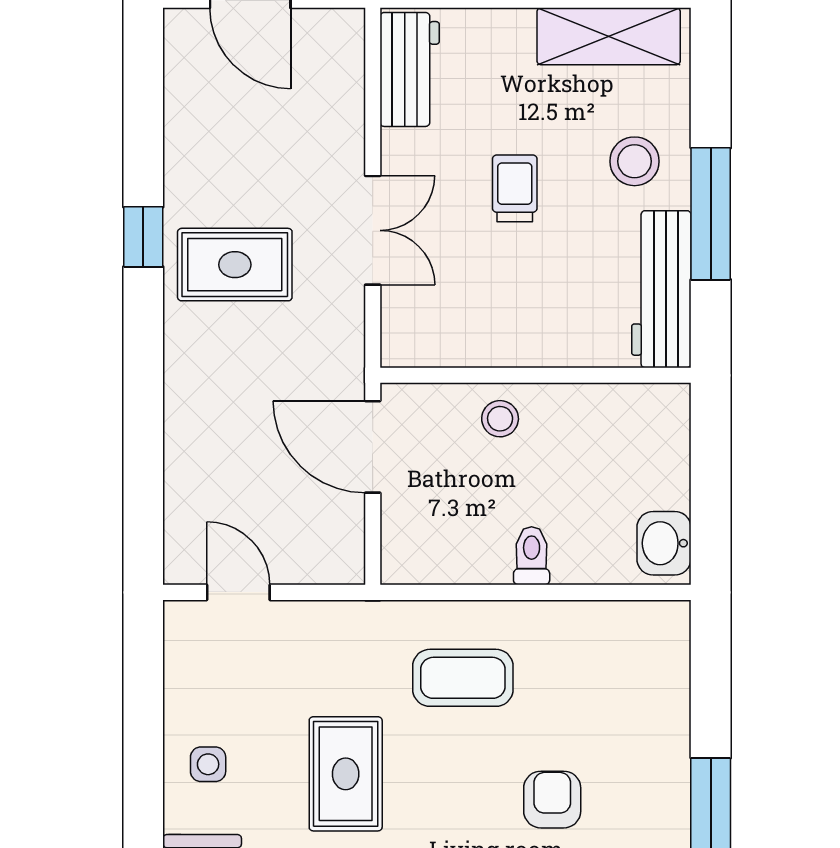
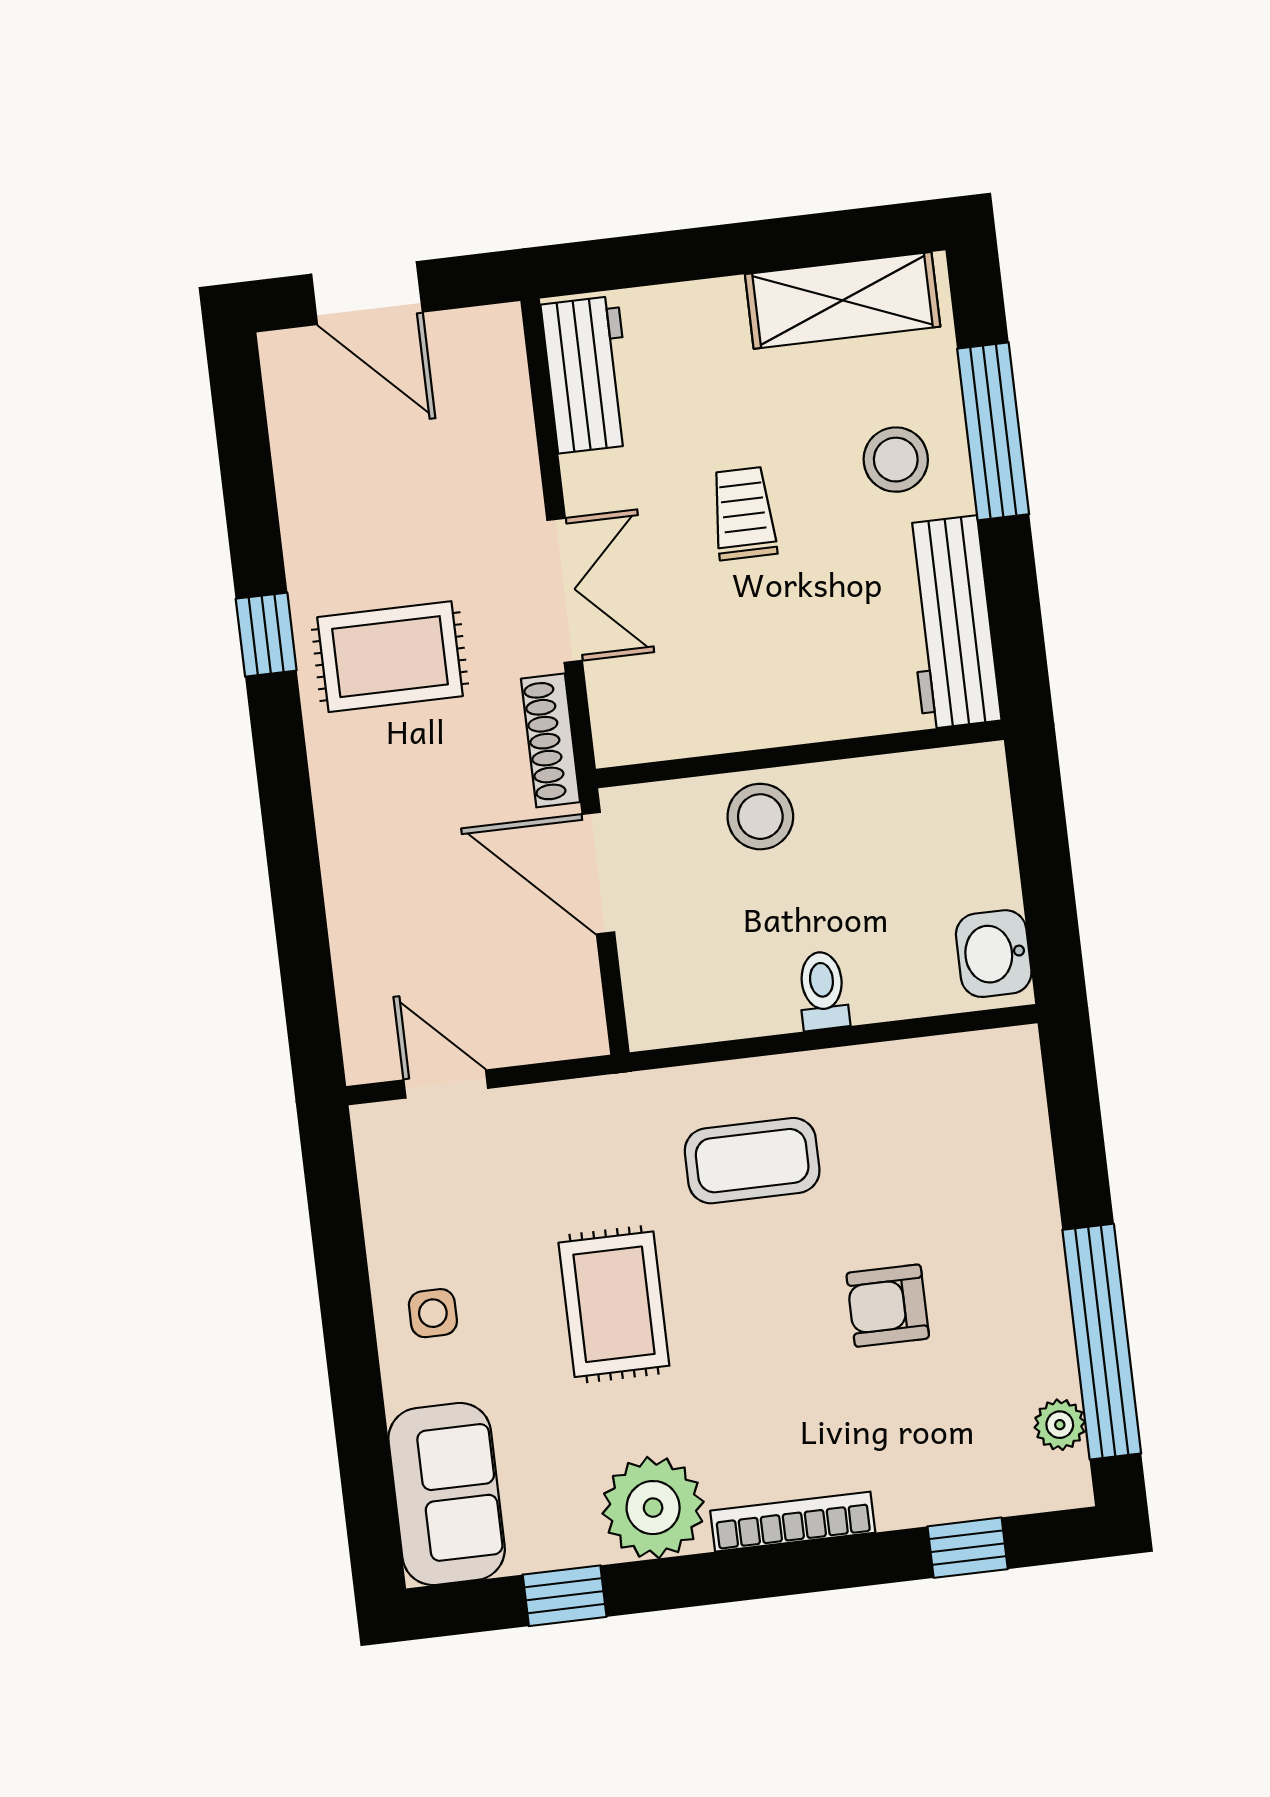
window: (711, 214) -> (993, 431), moved
shoe rack: (349, 342) -> (551, 740), added
stool: (500, 419) -> (760, 817), width x1.37, depth x1.37
armchair: (552, 800) -> (888, 1306), turned -90

